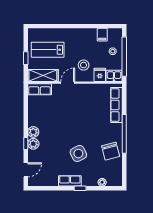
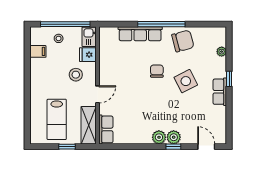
door: (68, 83) -> (98, 94), swing flipped
row of seats: (116, 105) -> (140, 34), moved
chair: (86, 130) -> (157, 71), added

